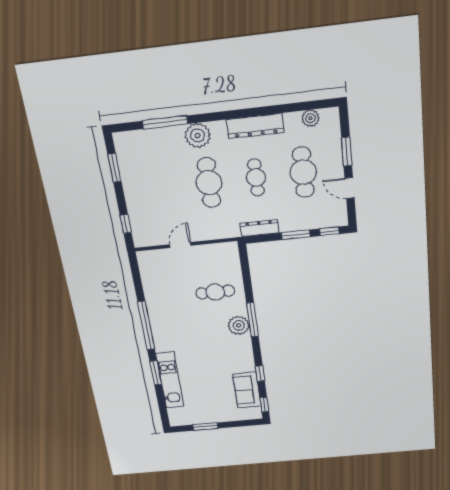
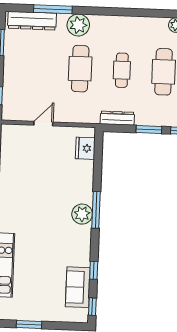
dresser: (255, 126) -> (32, 21), moved
fridge: (230, 263) -> (85, 148), added
cafe table: (215, 292) -> (66, 176), removed

